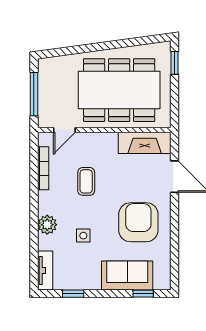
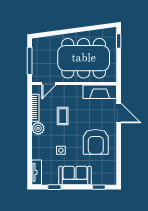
armchair: (138, 222) -> (96, 142), turned 180
plant: (47, 225) -> (38, 128), moved
sofa: (127, 275) -> (75, 176), moved

